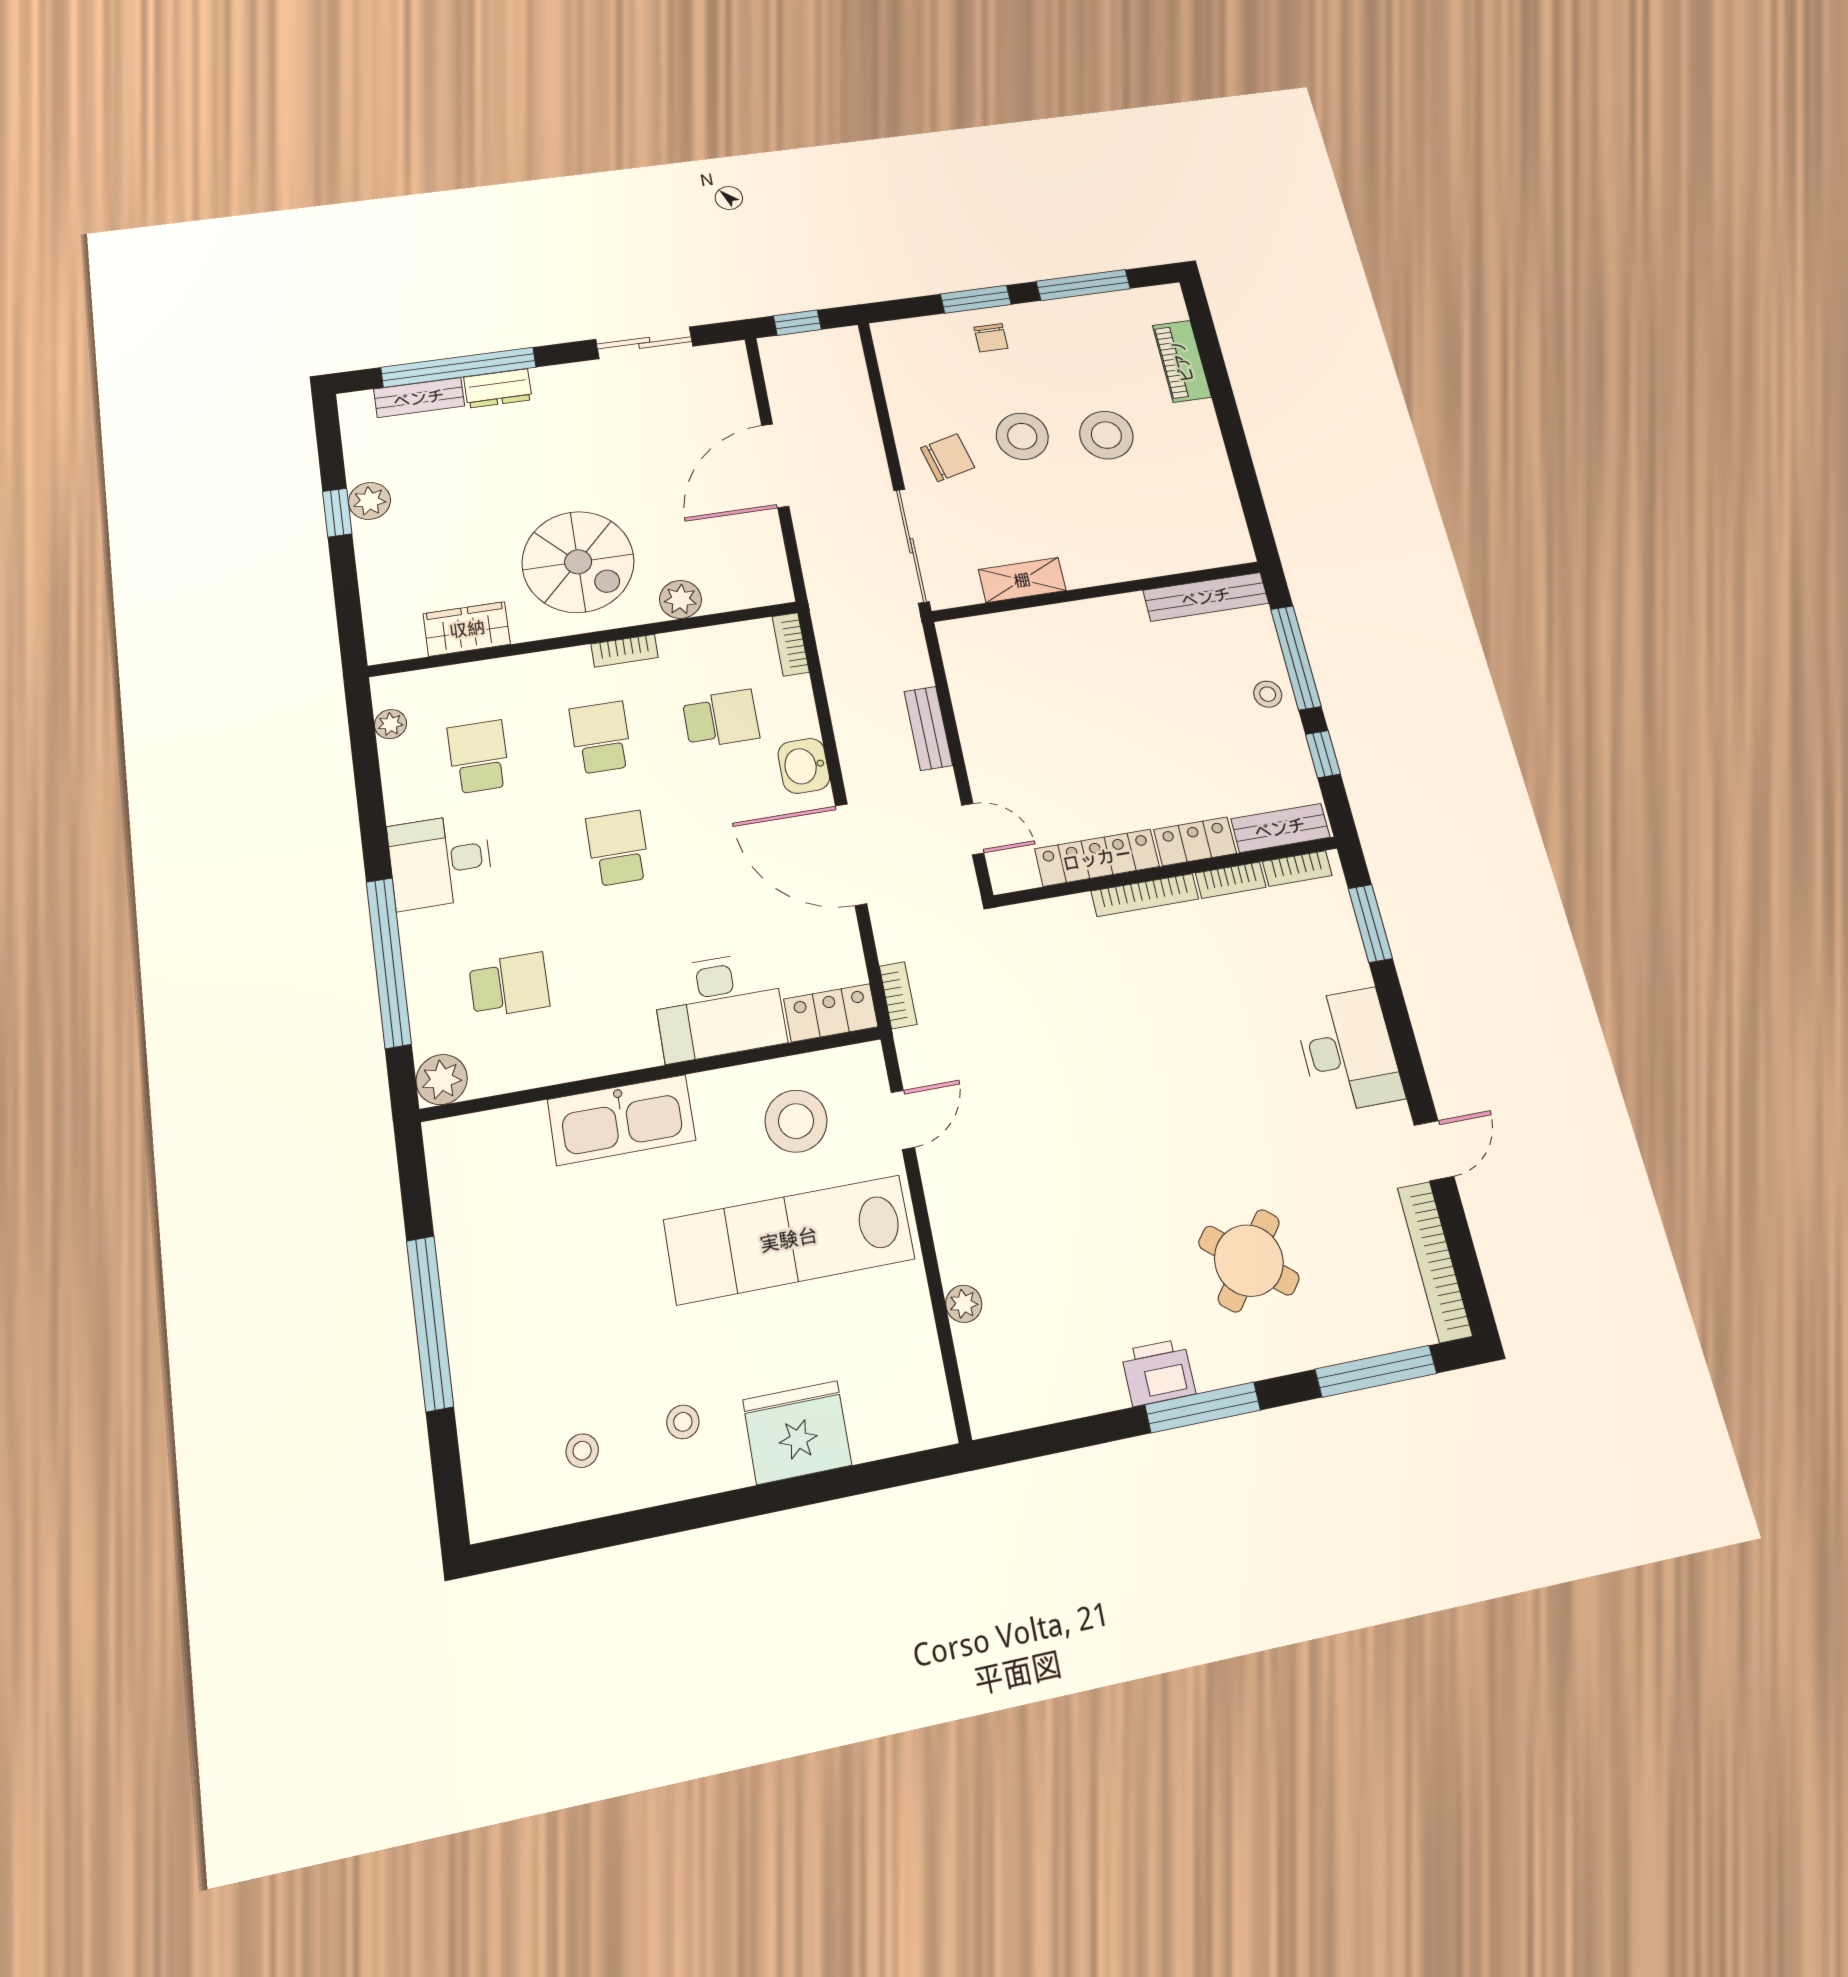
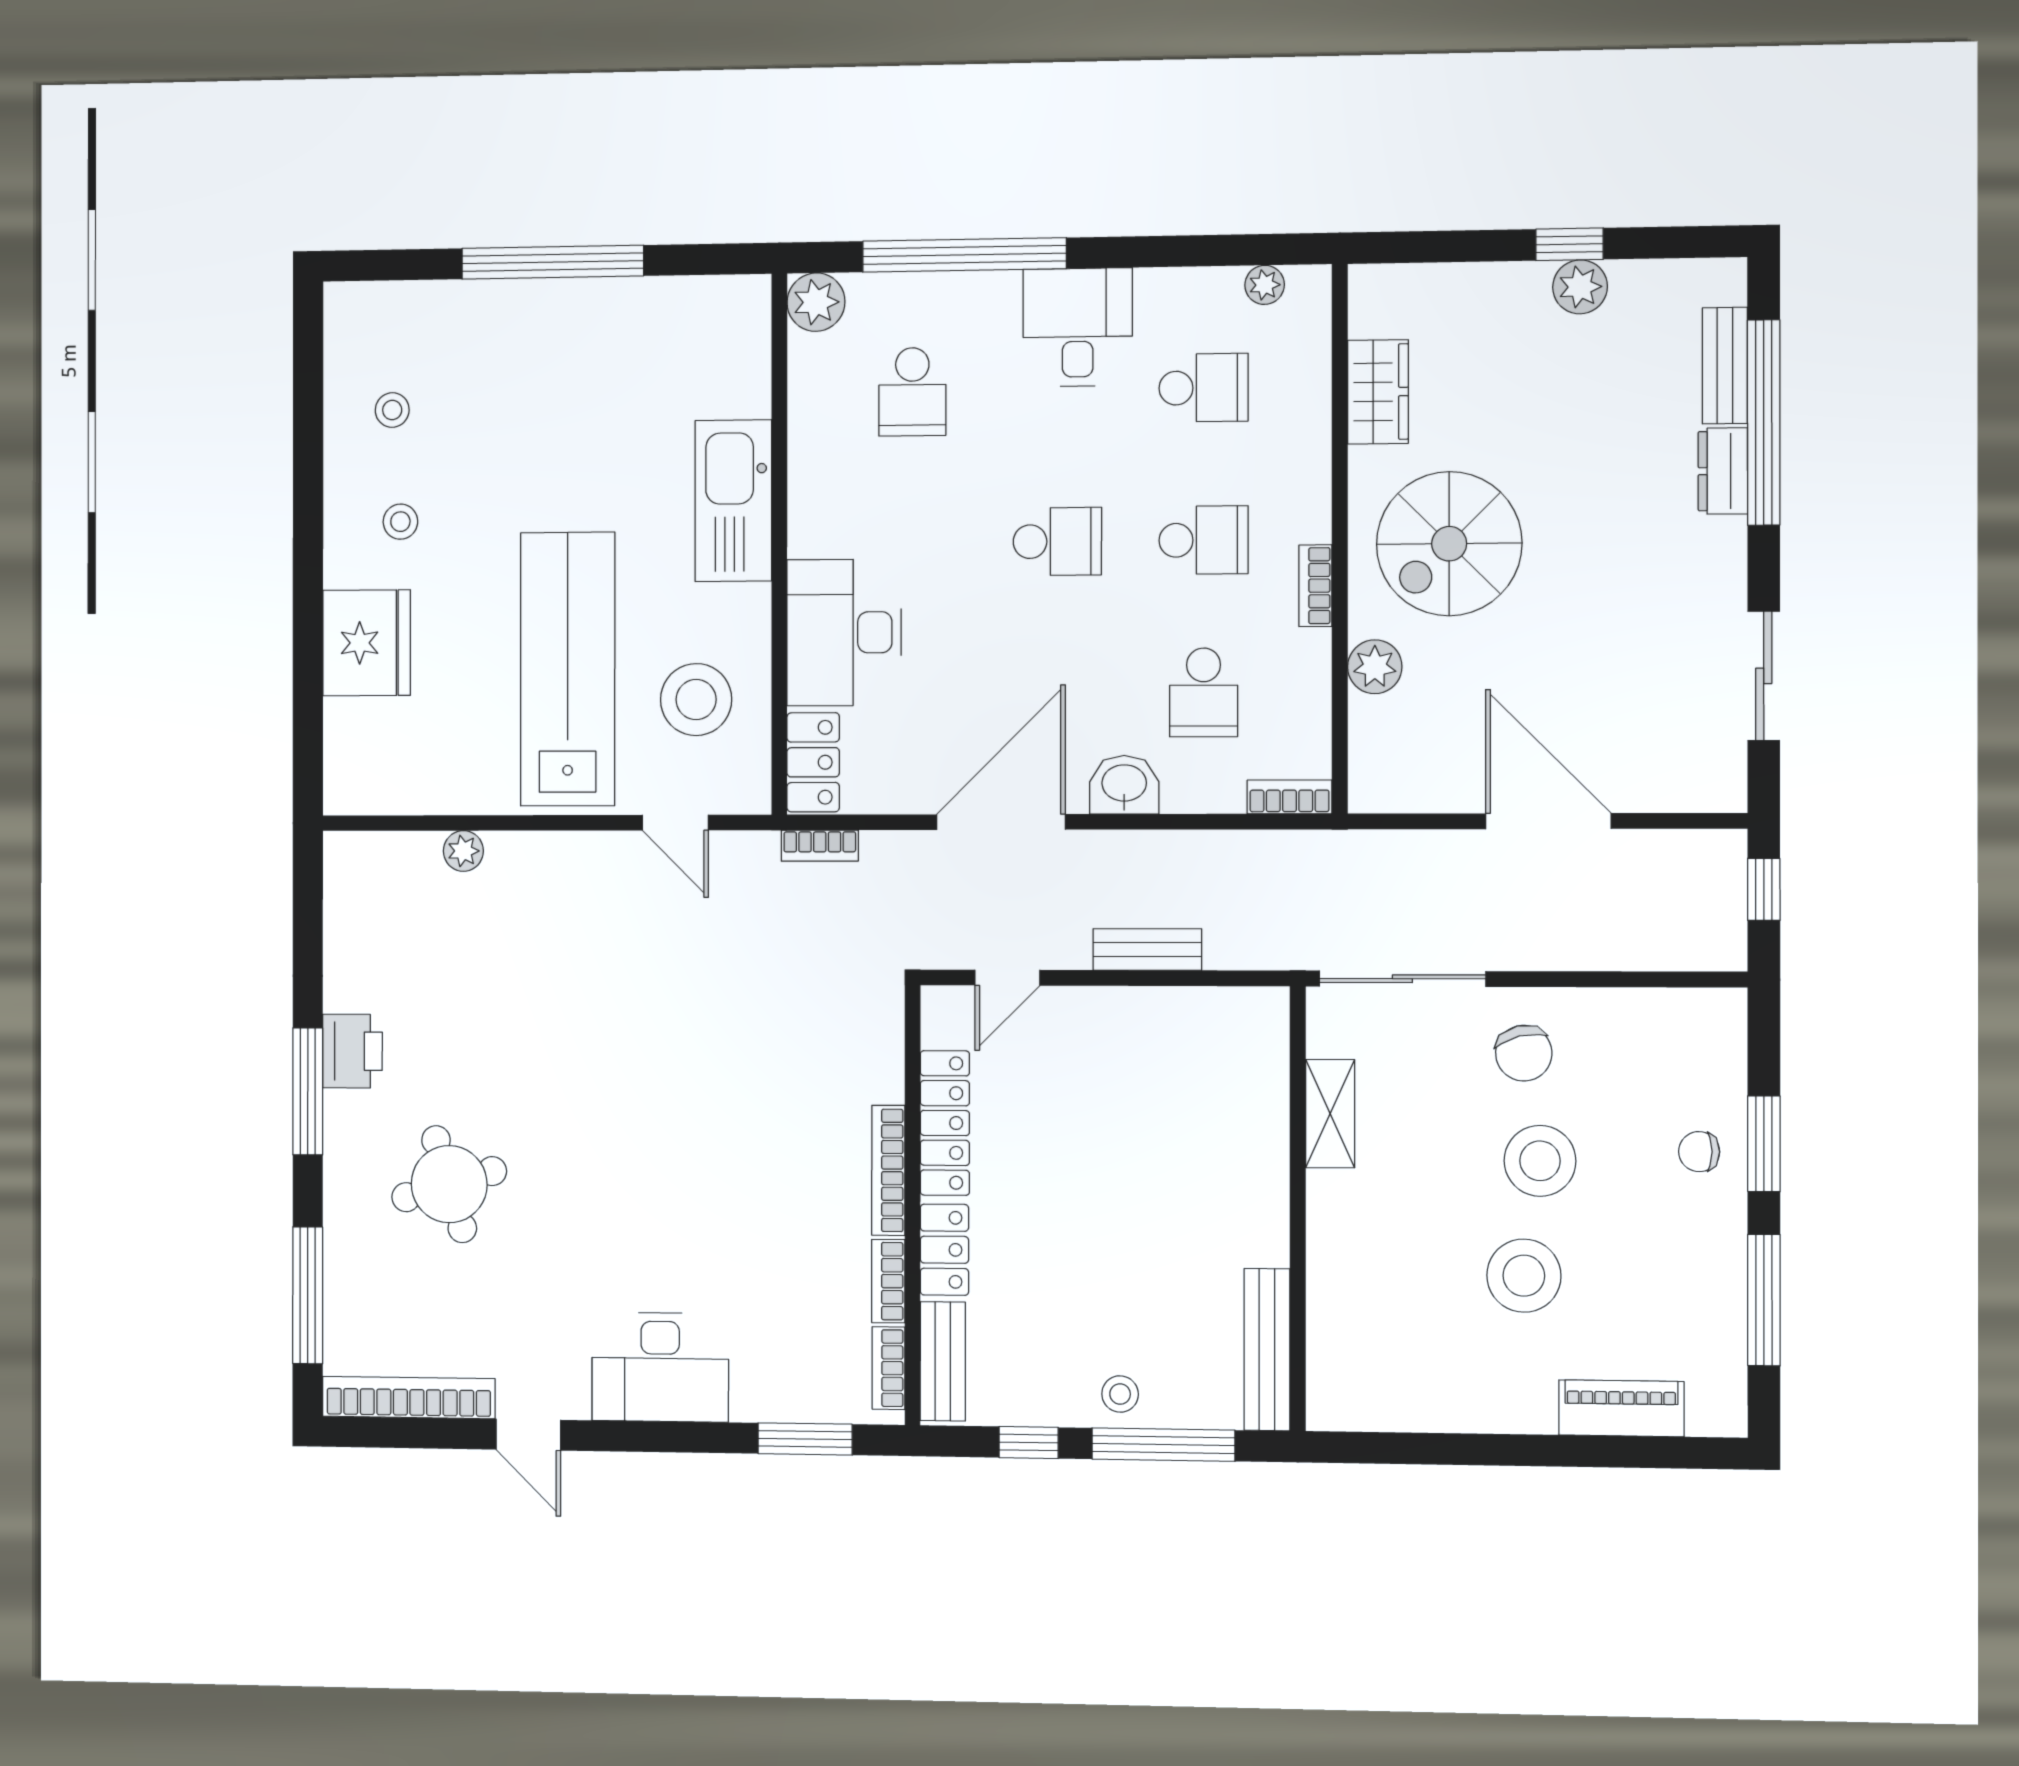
round table: (1249, 1261) -> (449, 1184), turned 34

